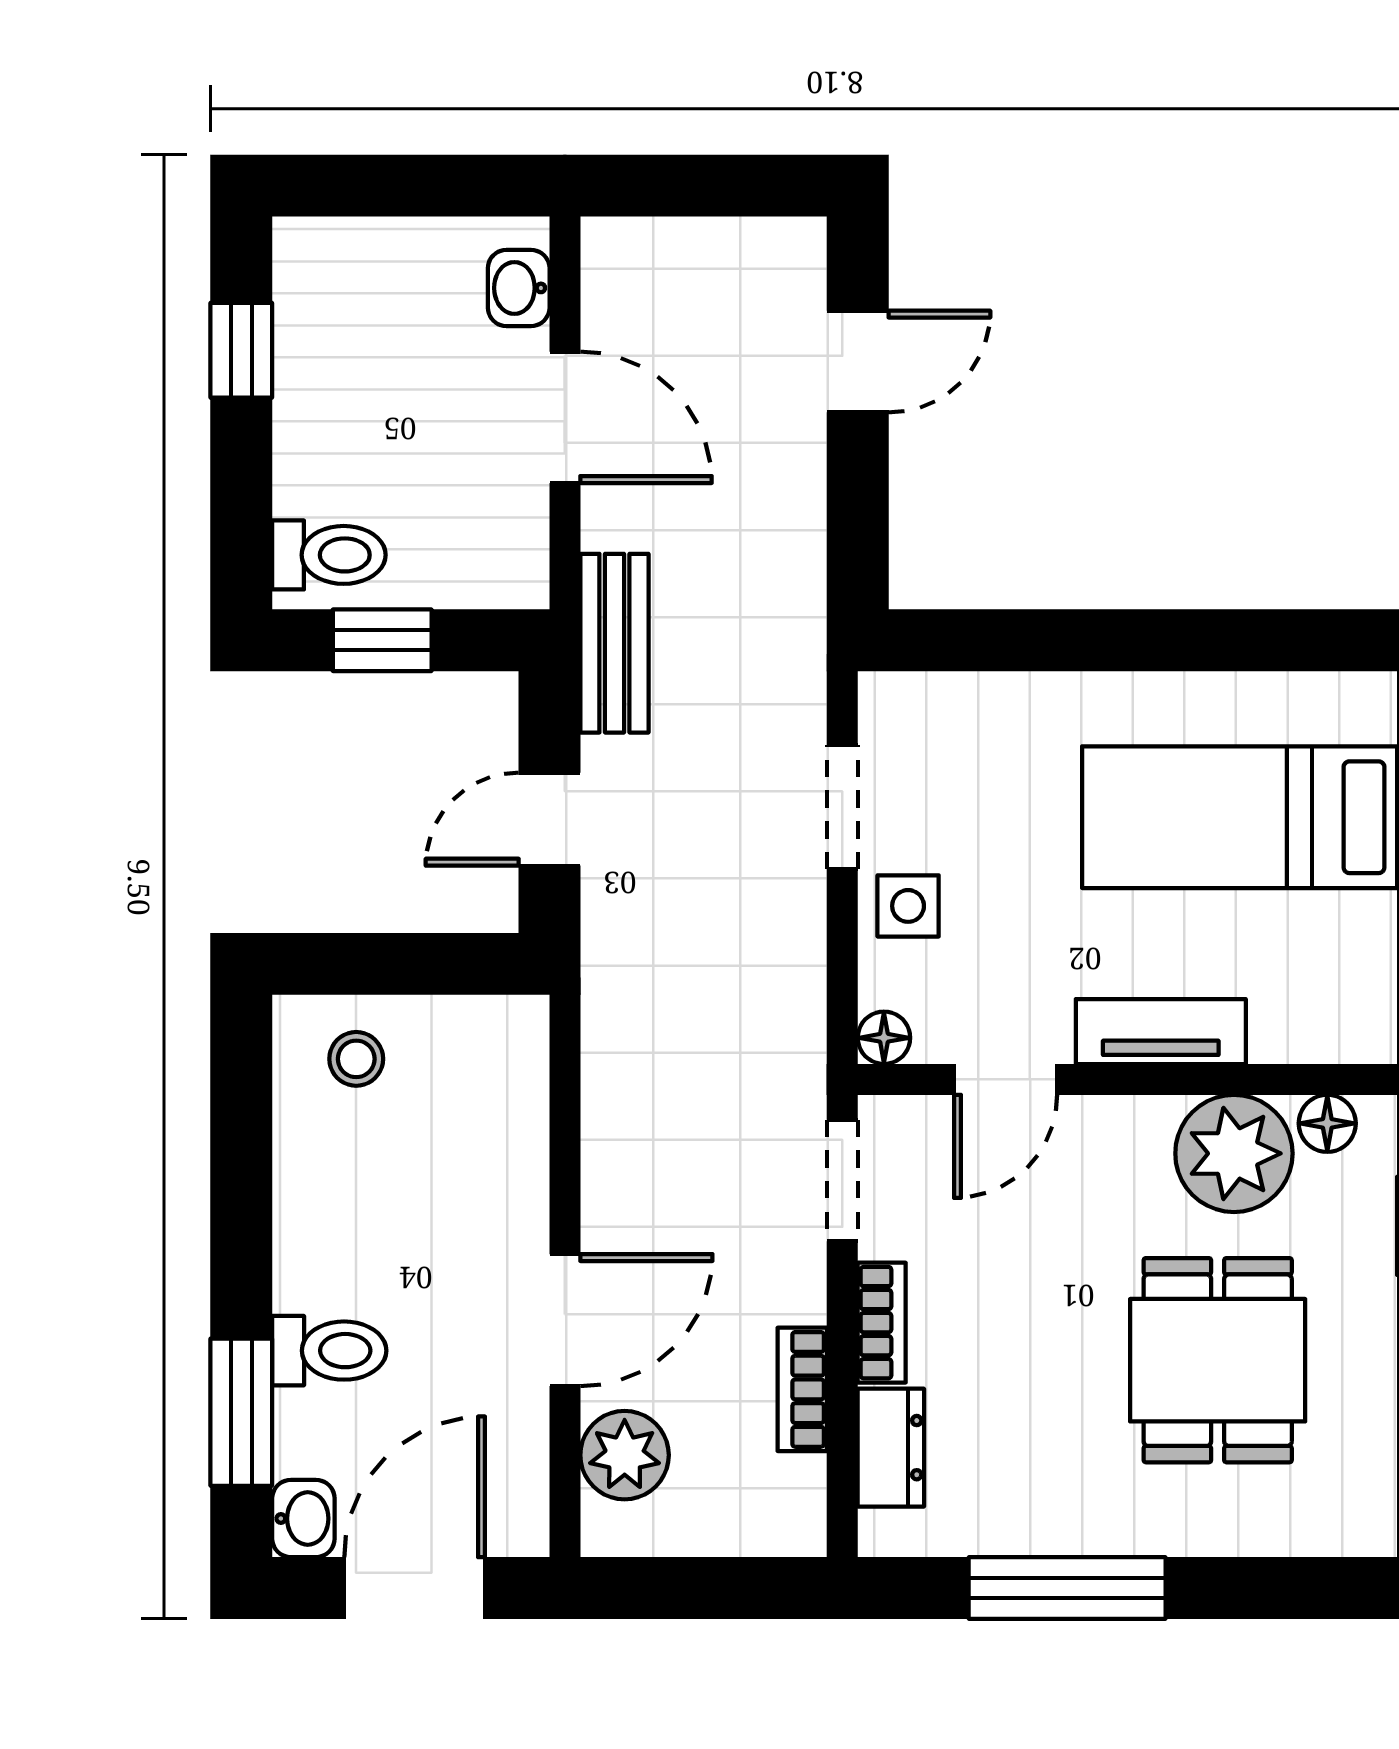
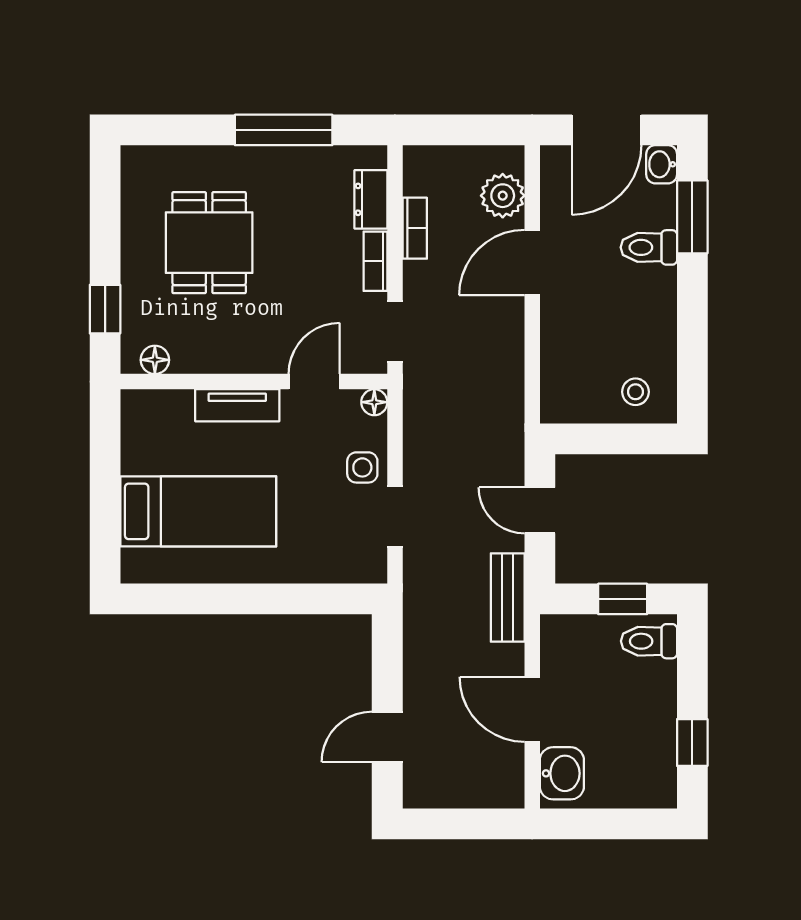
washbasin: (519, 288) -> (562, 773), width x1.38, depth x1.45
door: (550, 819) -> (540, 510), swing flipped
plant: (1234, 1153) -> (201, 345), removed

